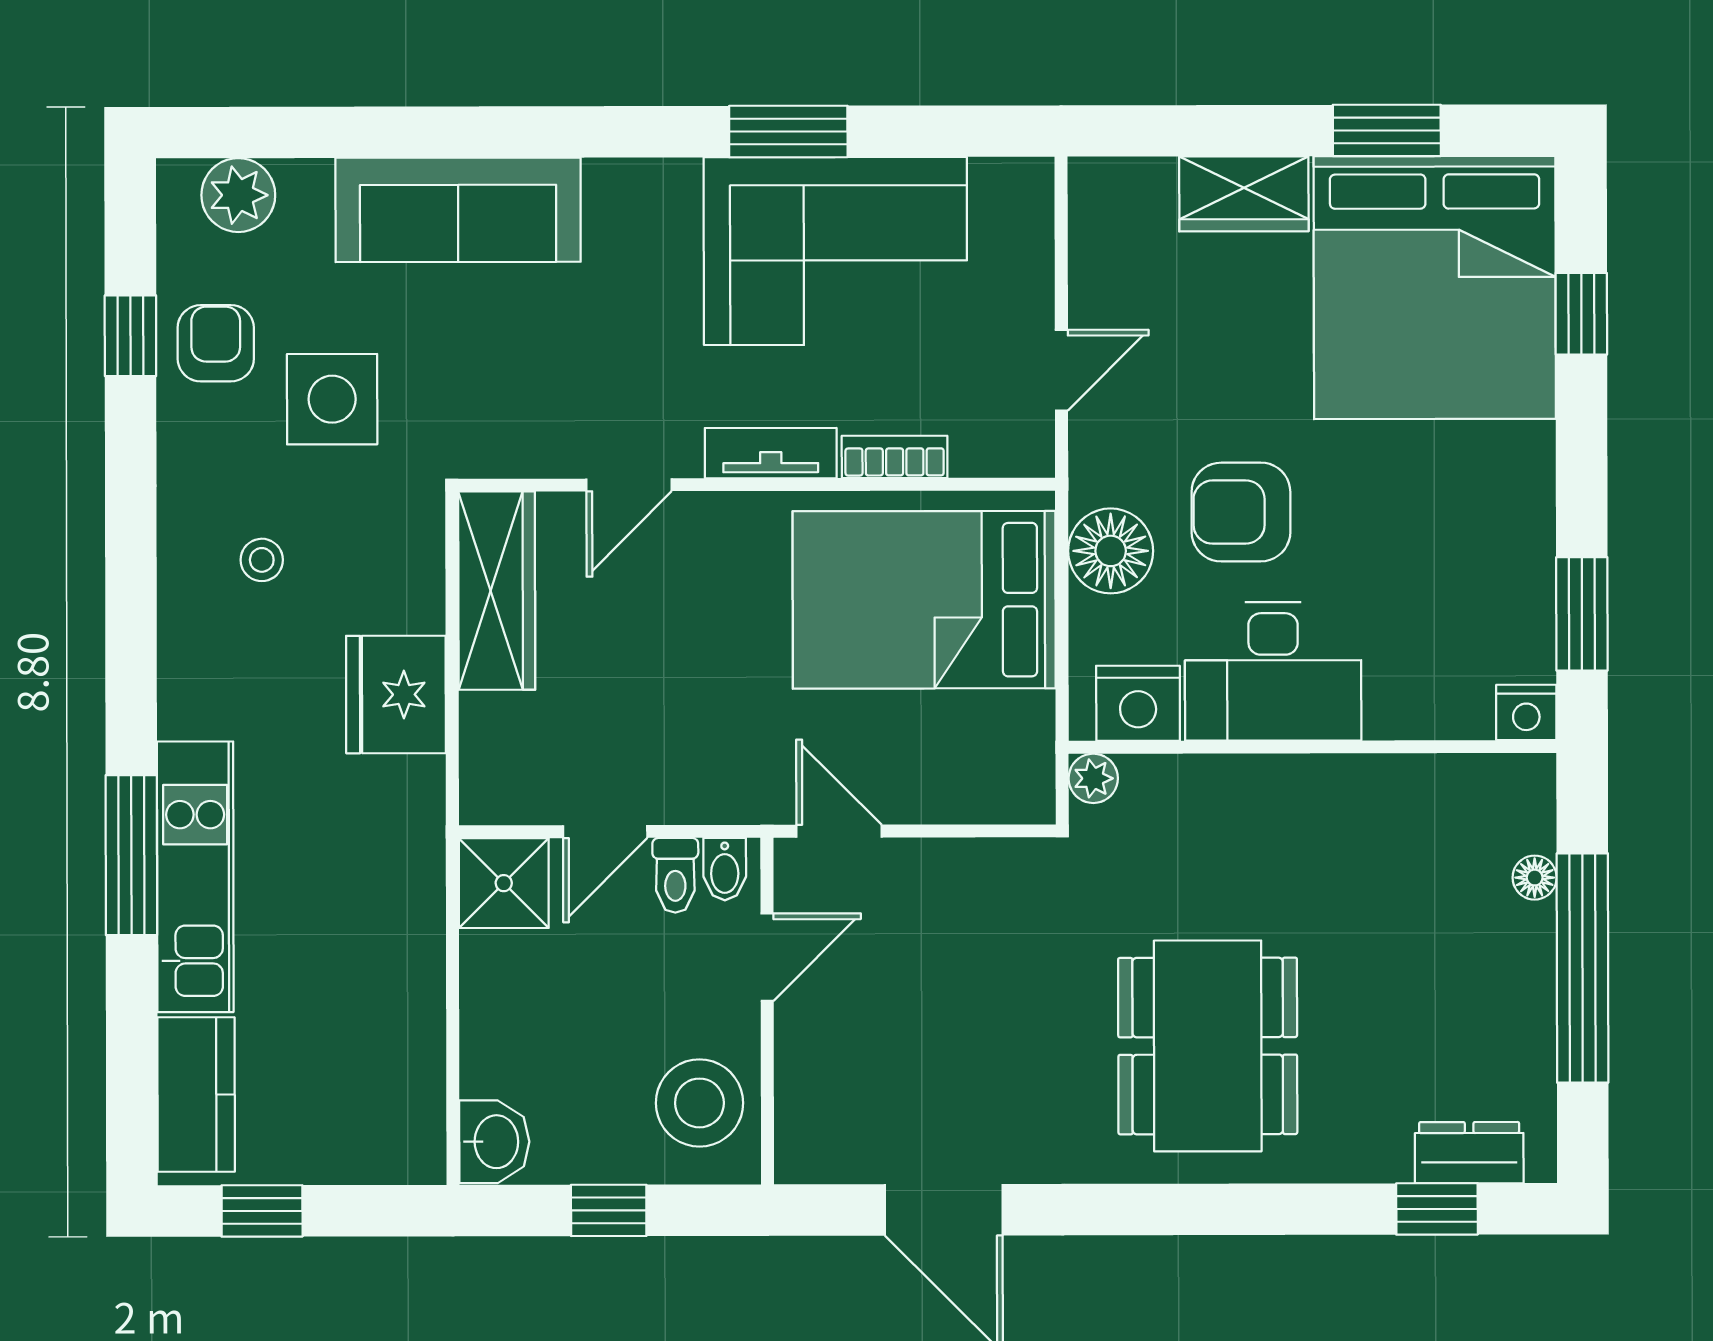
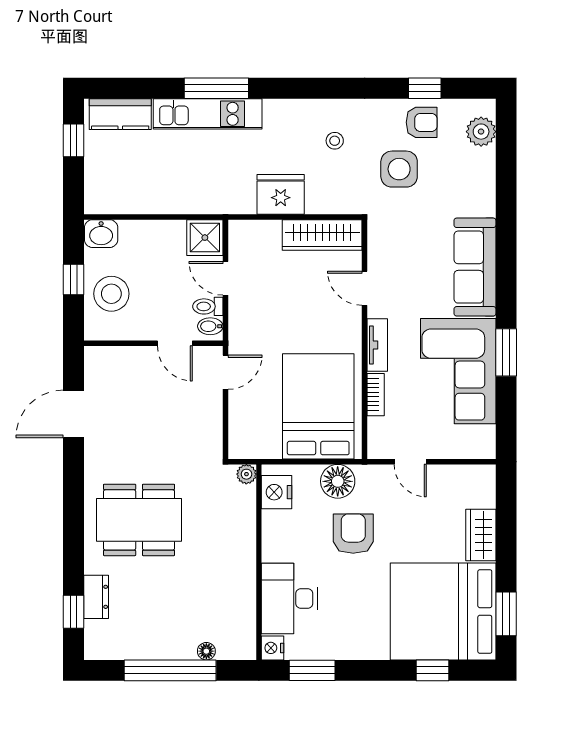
window: (1387, 130) -> (506, 614), moved
sofa: (458, 210) -> (475, 267), moved
desk: (1273, 671) -> (289, 598), moved
stool: (699, 1103) -> (111, 294), moved
dresser: (1469, 1153) -> (96, 597), moved

